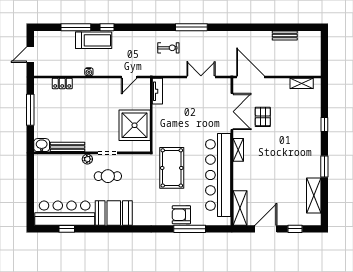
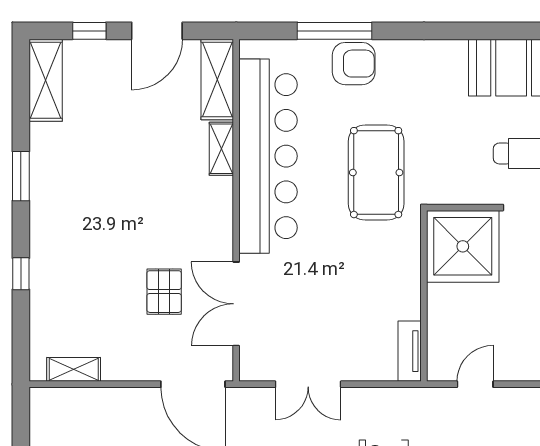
shower: (135, 125) -> (463, 246), moved
shelving: (238, 150) -> (221, 149), moved
shelving: (314, 196) -> (46, 80), moved

